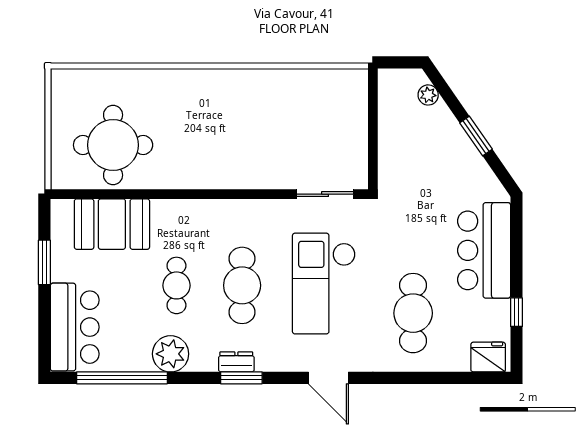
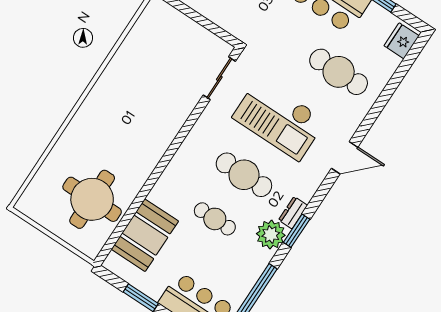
plant: (171, 354) -> (271, 234), moved
window: (241, 378) -> (297, 231), moved

